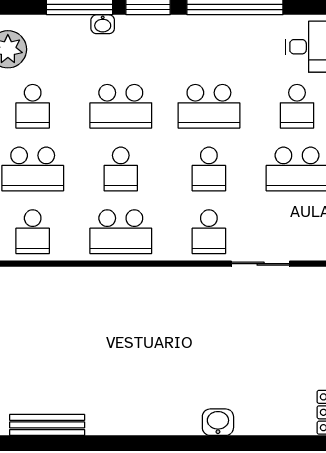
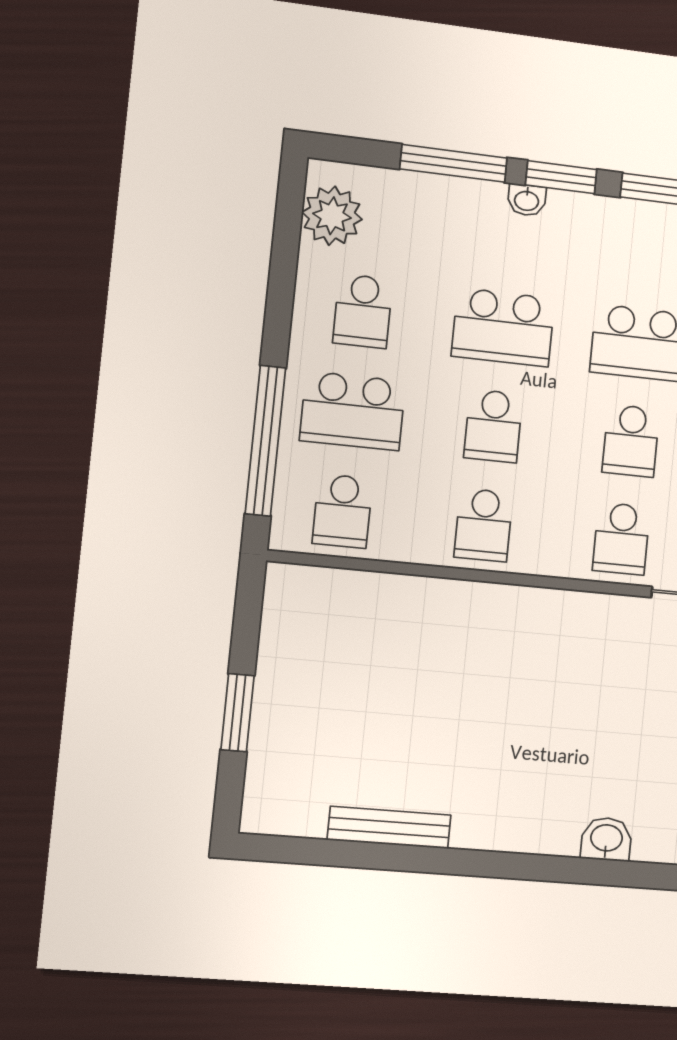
washbasin: (103, 24) -> (527, 200), moved
school desk: (121, 232) -> (484, 525), width x0.54
bench: (47, 425) -> (389, 827), moved

